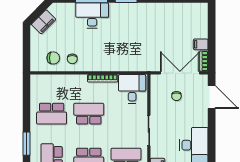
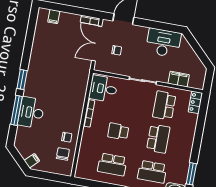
filing cabinet: (44, 22) -> (32, 161), width x0.50
filing cabinet: (201, 44) -> (54, 17), moved
school desk: (52, 114) -> (112, 165), turned 90
school desk: (89, 114) -> (118, 131), width x0.54

